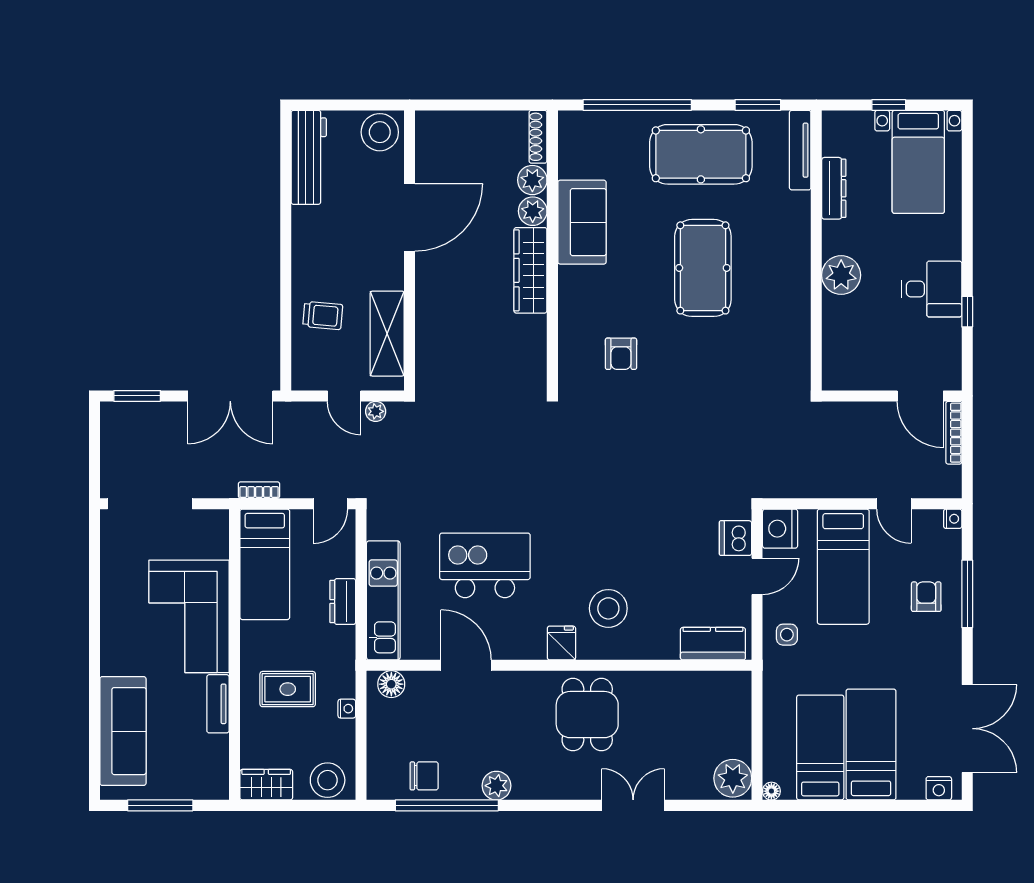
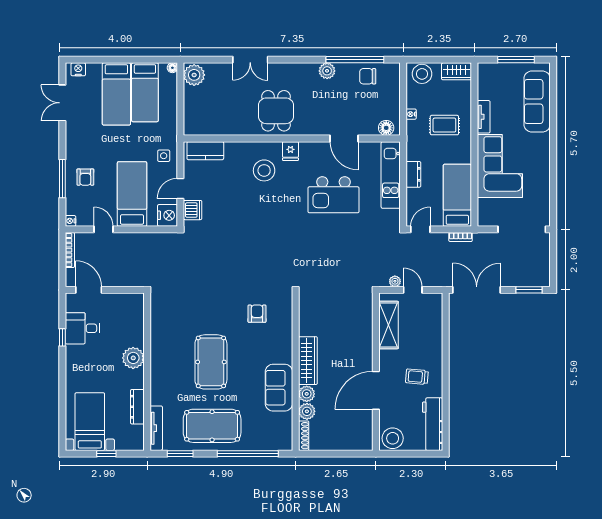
desk: (932, 289) -> (82, 328), moved
trolley: (323, 315) -> (417, 377), moved
bookcase: (954, 433) -> (70, 250), moved
double door: (967, 729) -> (62, 103), width x0.73

